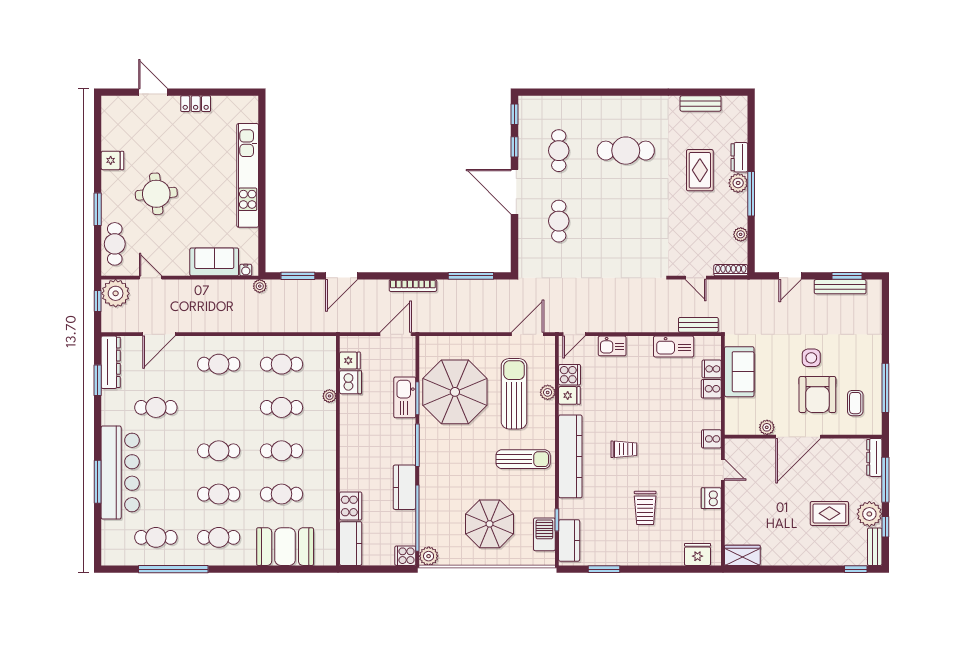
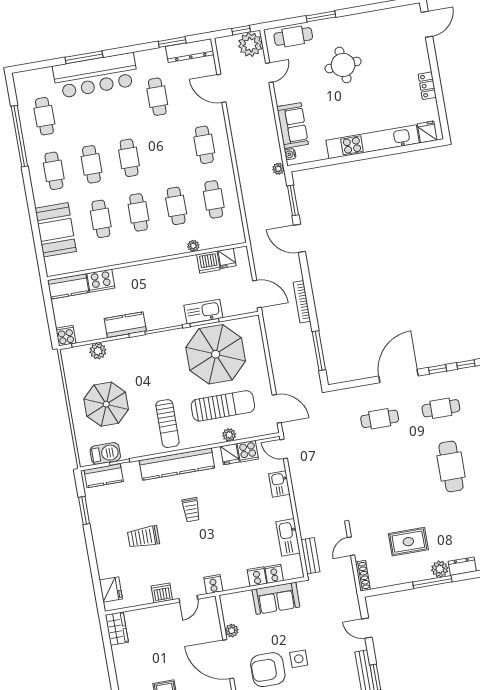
door: (153, 92) -> (427, 24), moved
fridge: (112, 160) -> (427, 132), moved, turned 180
rug: (700, 170) -> (408, 542), moved
plant: (741, 234) -> (395, 579), removed
plant: (429, 556) -> (98, 351), moved

